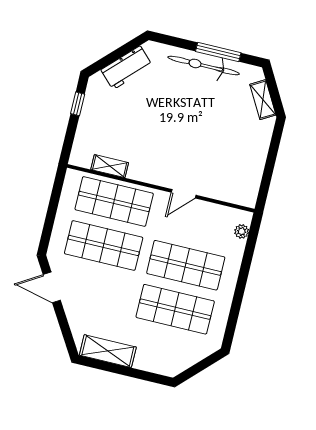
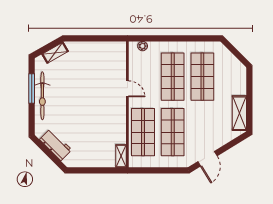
window: (78, 104) -> (86, 170), removed
shelving: (110, 166) -> (121, 156), moved

